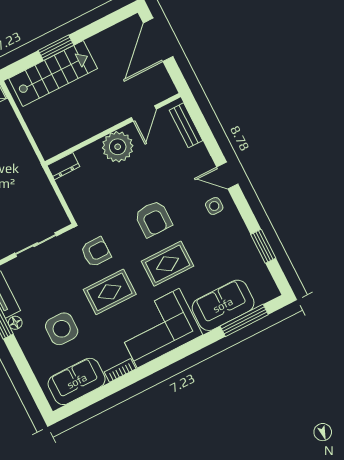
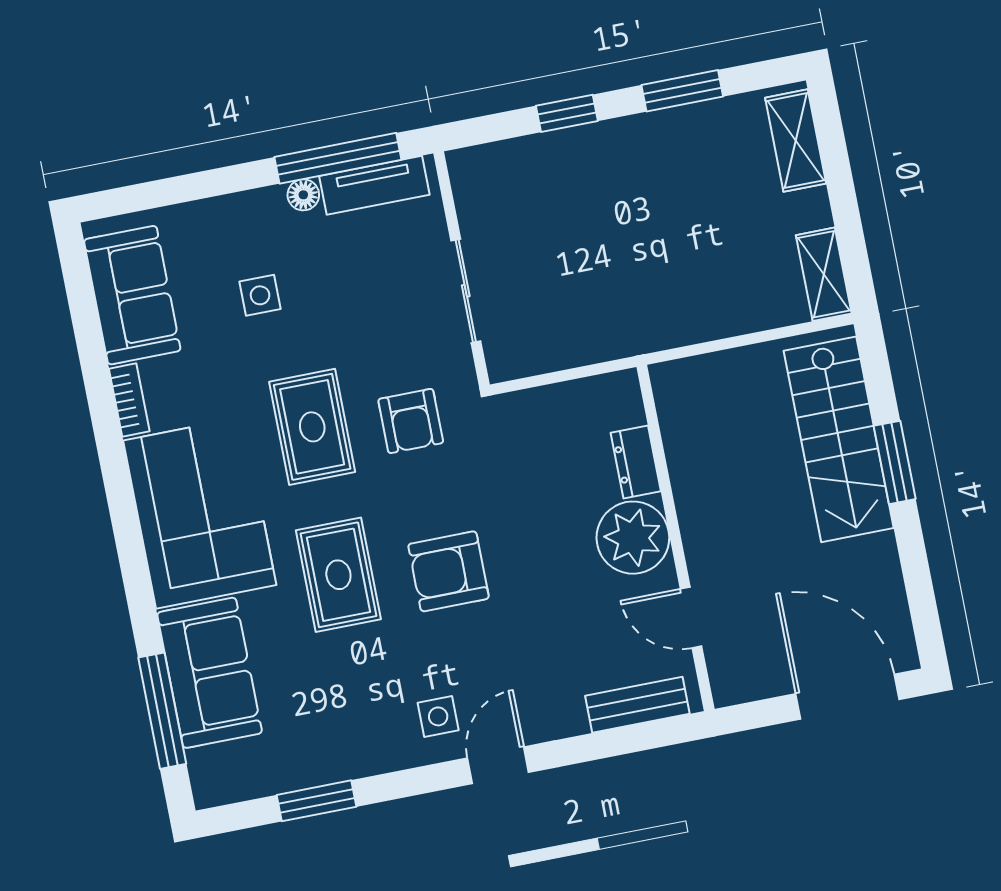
dresser: (63, 166) -> (636, 462), moved
side table: (62, 329) -> (260, 295), width x0.54, depth x0.54

